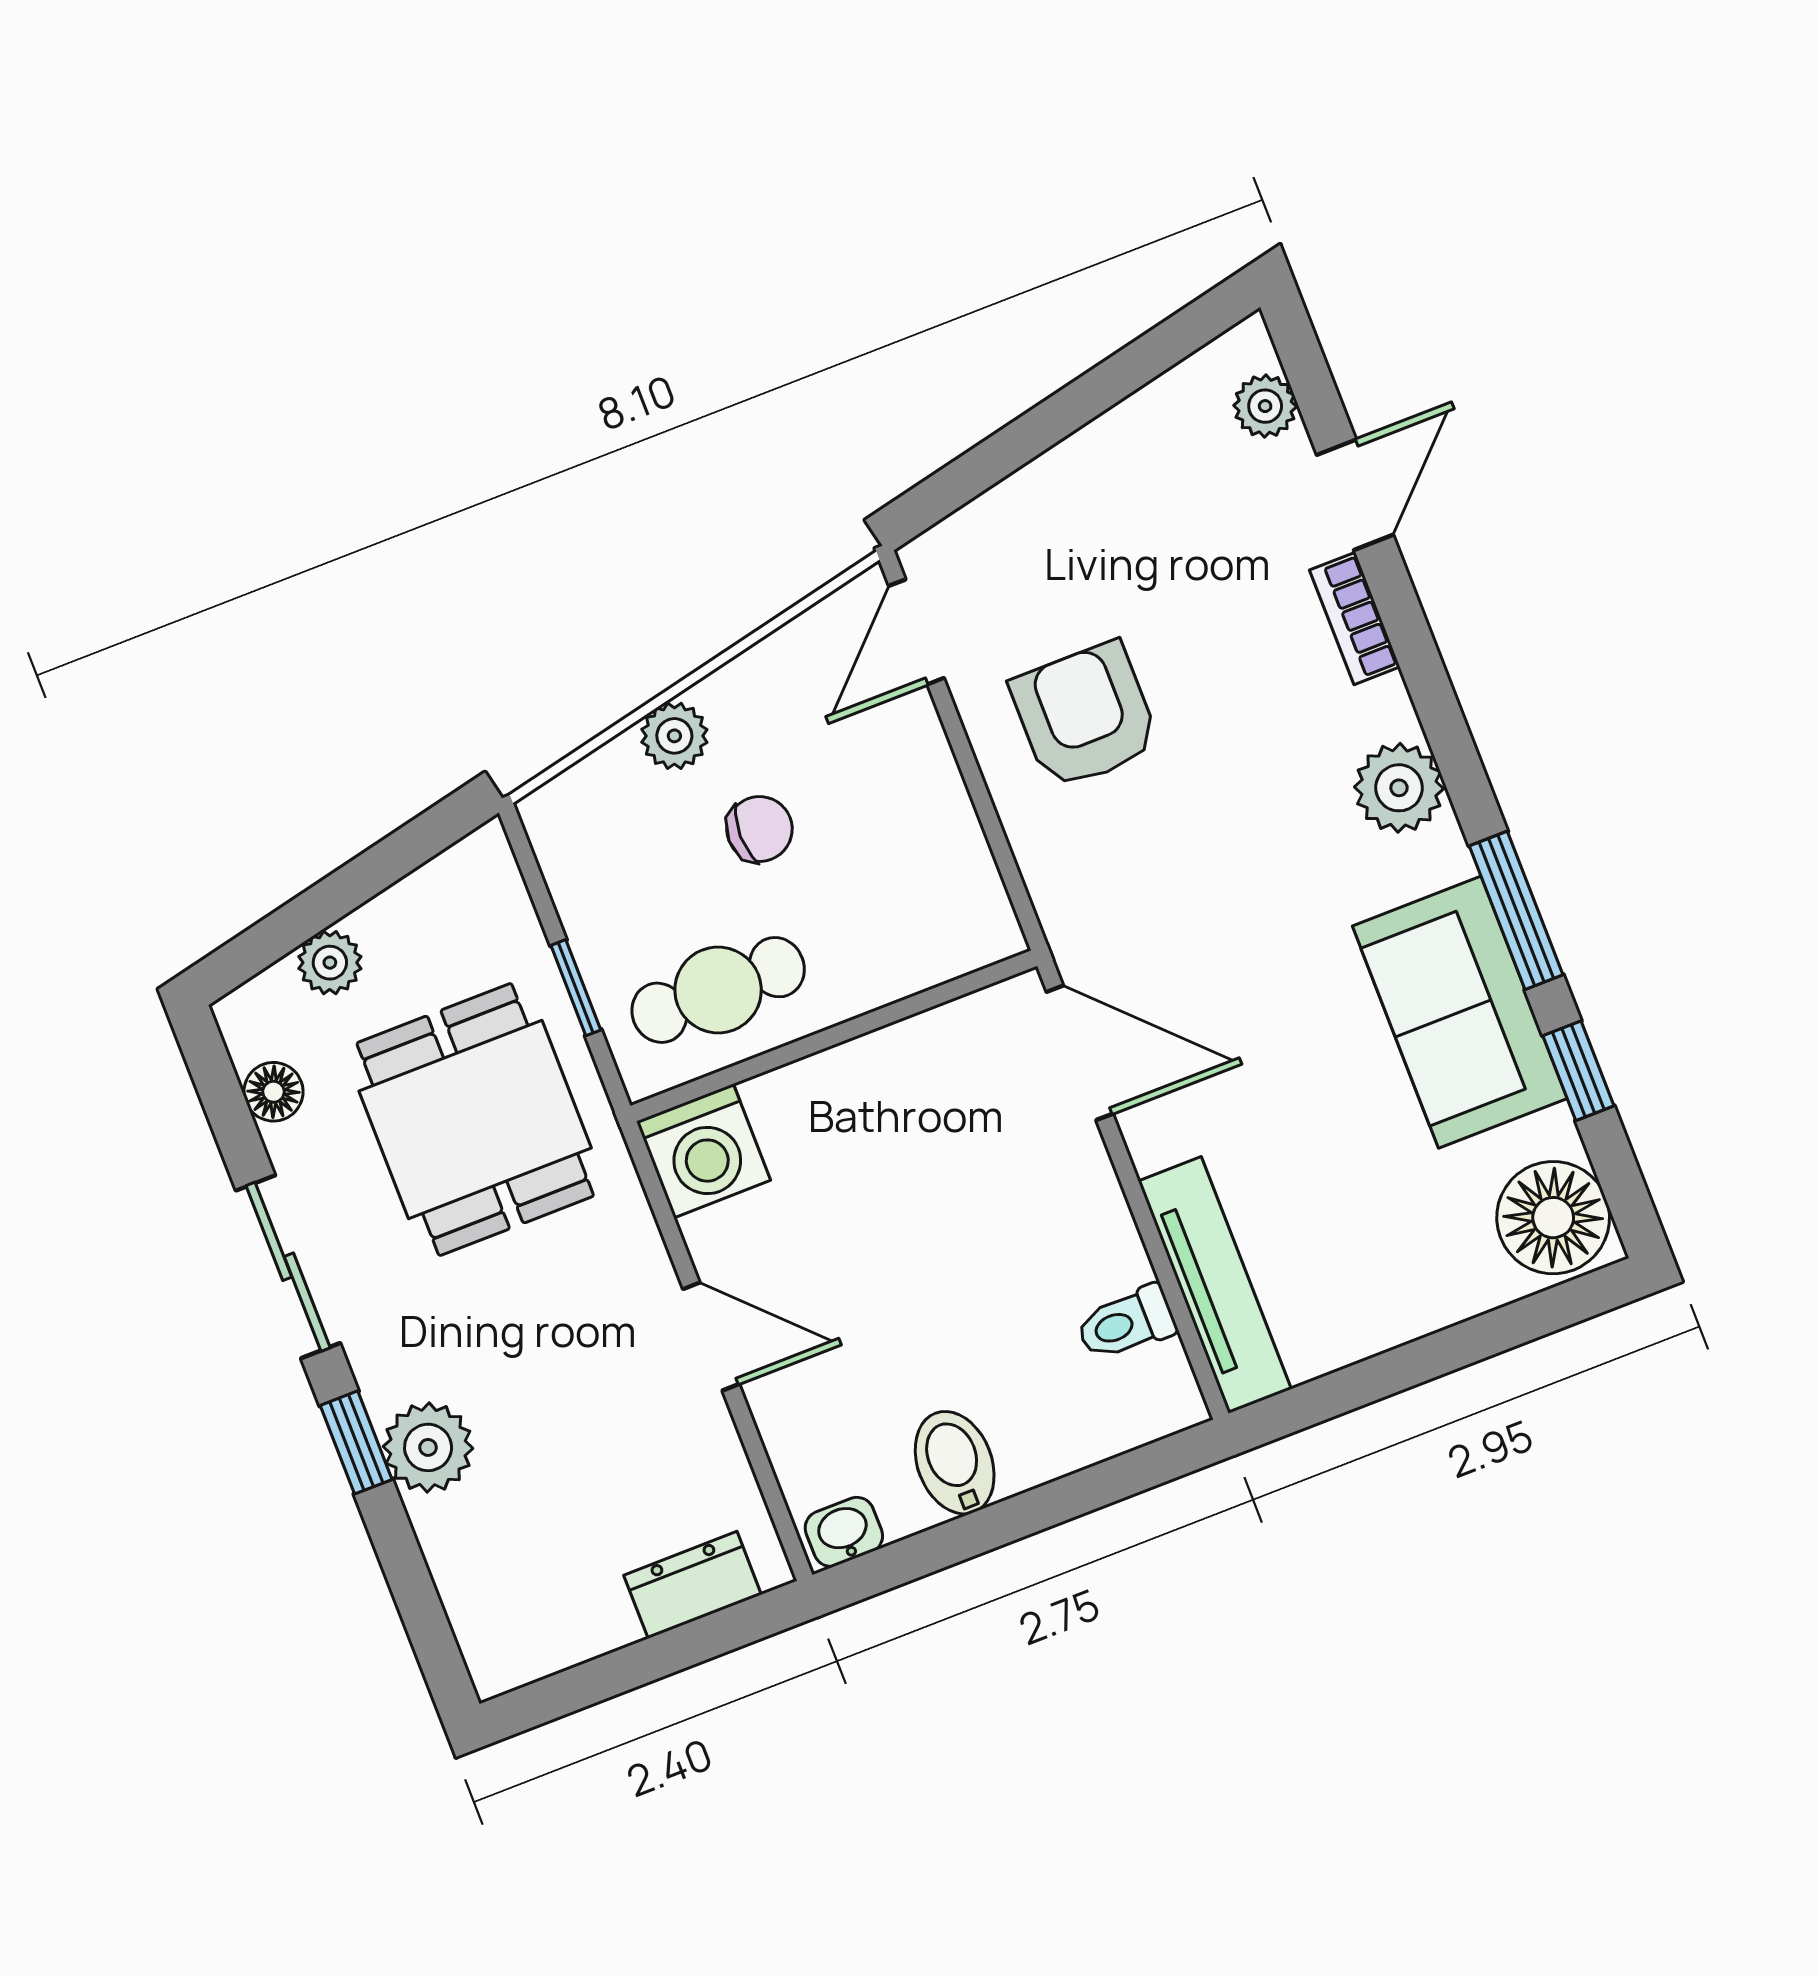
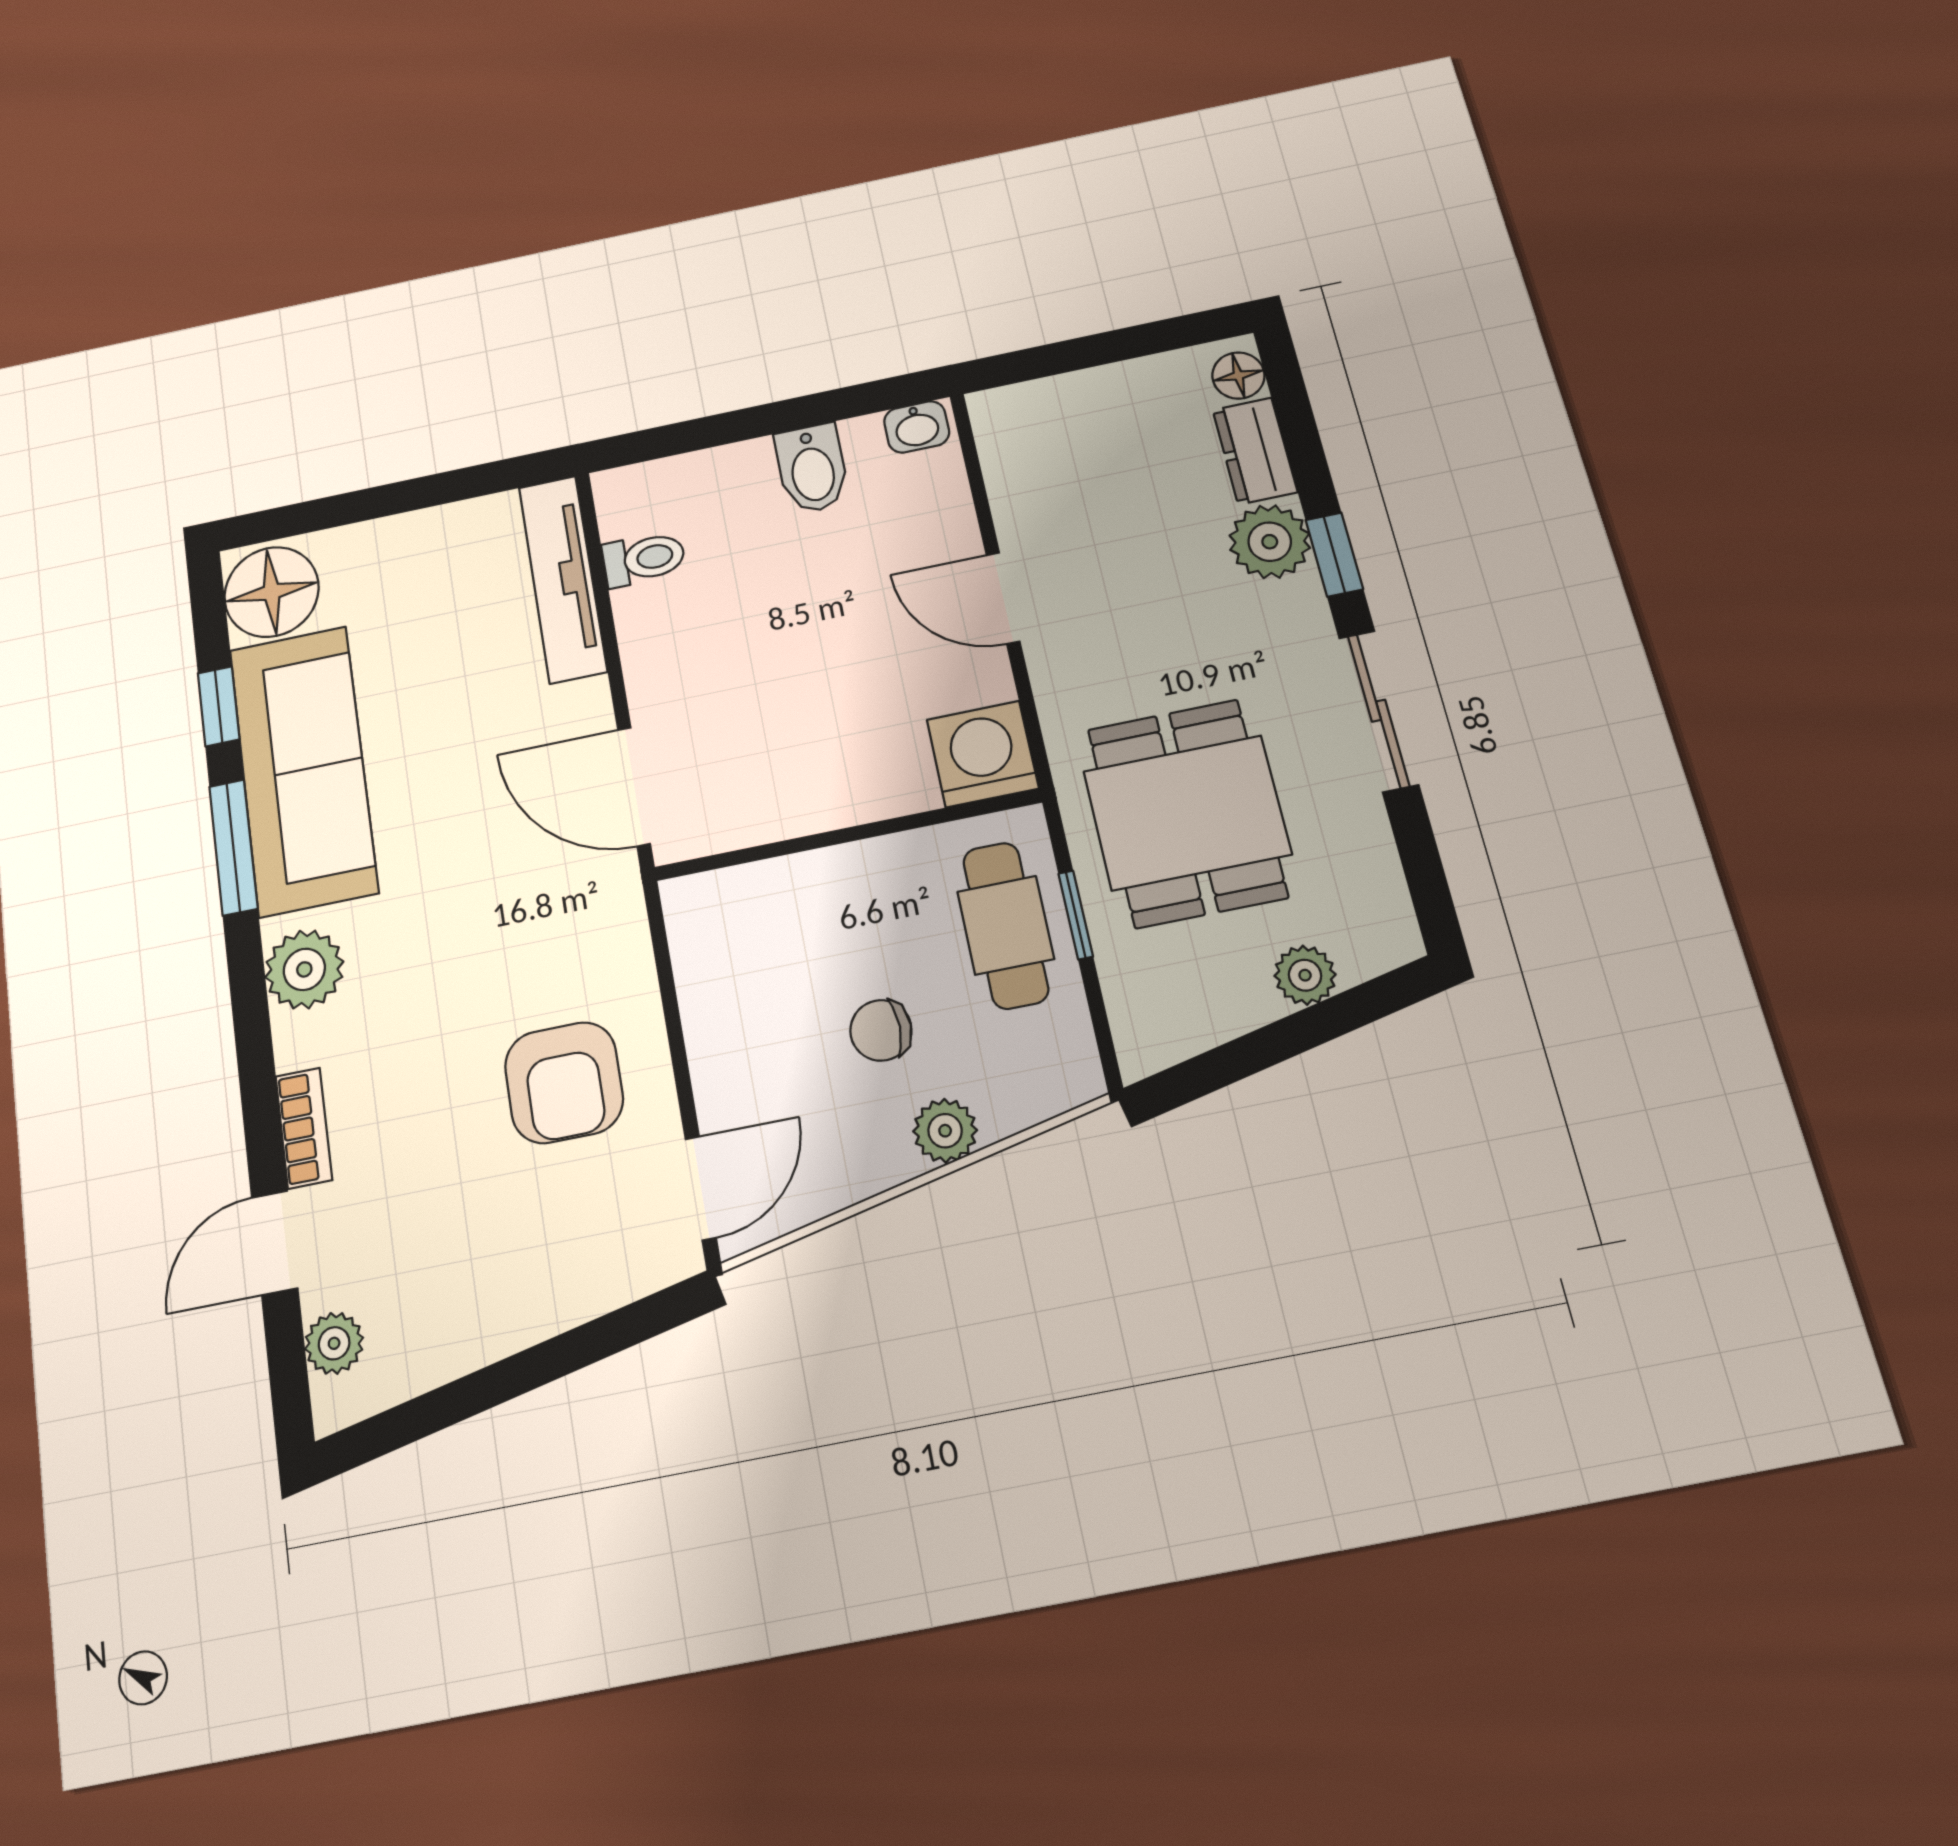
cafe table: (718, 990) -> (1006, 925), moved, turned 90
sofa: (1460, 1012) -> (303, 770), width x1.36
floor lamp: (273, 1092) -> (1238, 376), moved
dresser: (693, 1585) -> (1255, 451), moved, turned 90

